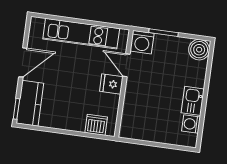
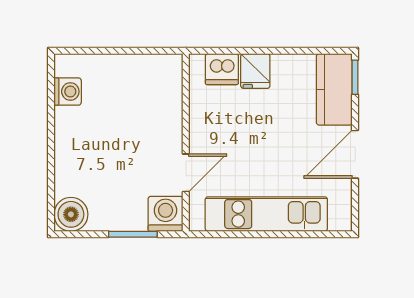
door: (126, 65) -> (186, 173), hinge flipped
fridge: (111, 84) -> (255, 71), moved, turned 90
kitchen sink: (193, 101) -> (70, 130), removed

